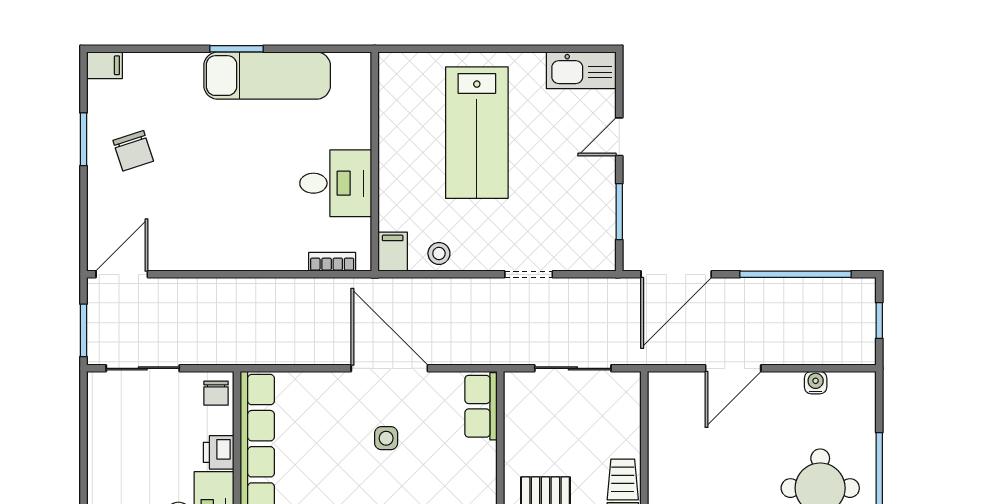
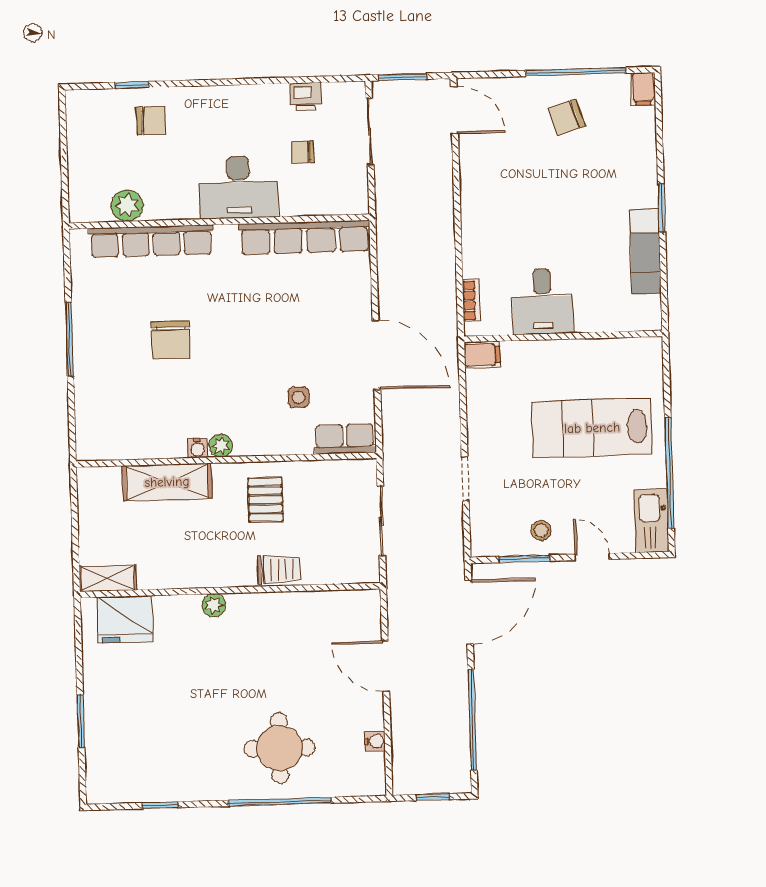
window: (529, 49) -> (669, 473), added
exam couch: (267, 76) -> (645, 251), width x0.73, depth x0.69
window: (83, 139) -> (576, 72), width x2.11
stool: (439, 253) -> (541, 530), moved
door: (676, 274) -> (469, 612), swing flipped
door: (389, 368) -> (376, 355), hinge flipped
chair: (216, 393) -> (303, 152), moved
side table: (386, 438) -> (298, 397), moved
printer: (219, 452) -> (306, 97), moved, turned 180

